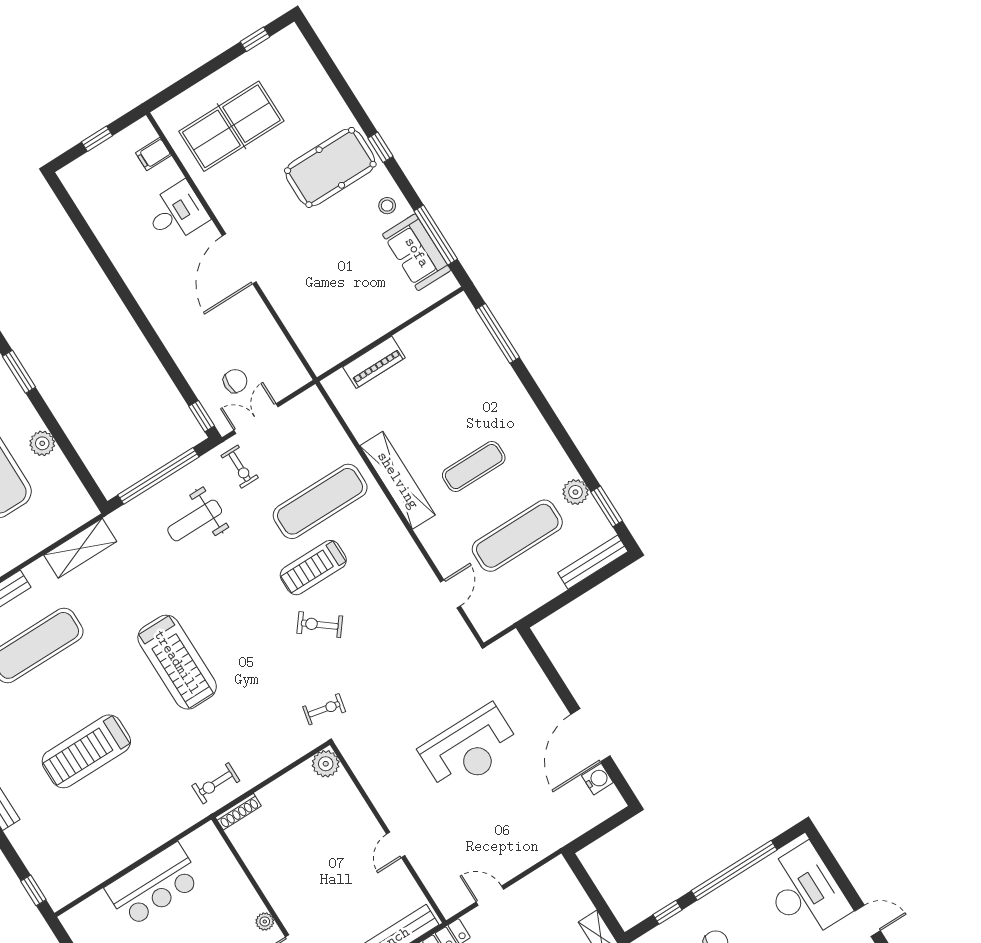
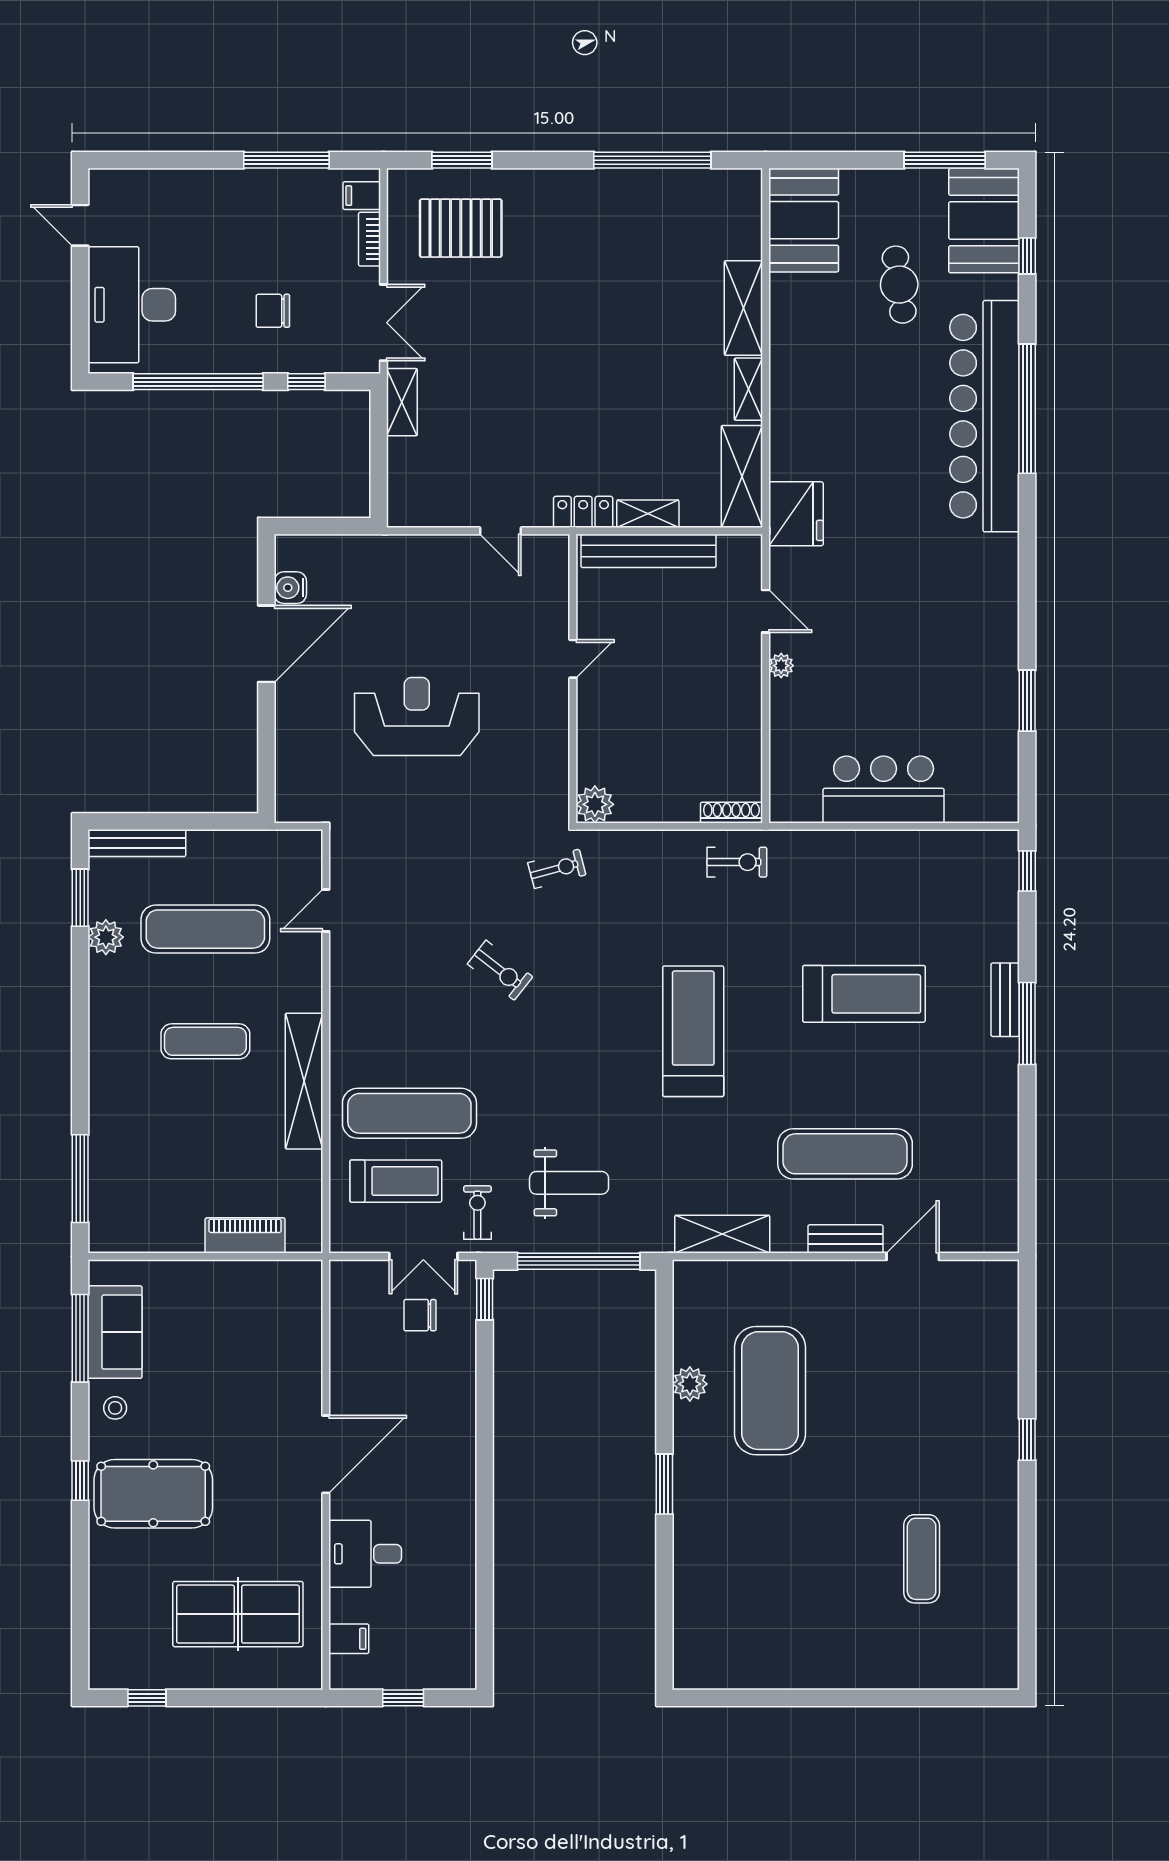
treadmill: (313, 568) -> (396, 1181), moved
exercise bike: (324, 709) -> (557, 869), turned 153

